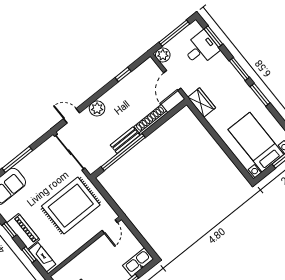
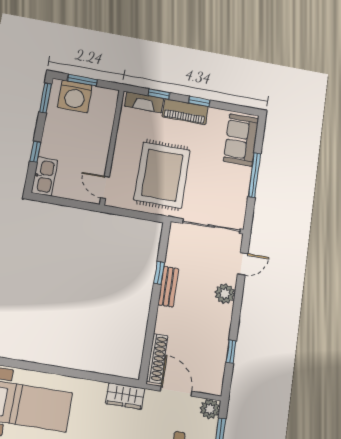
shoe rack: (151, 120) -> (157, 358), moved
window: (123, 152) -> (159, 273), width x0.32

